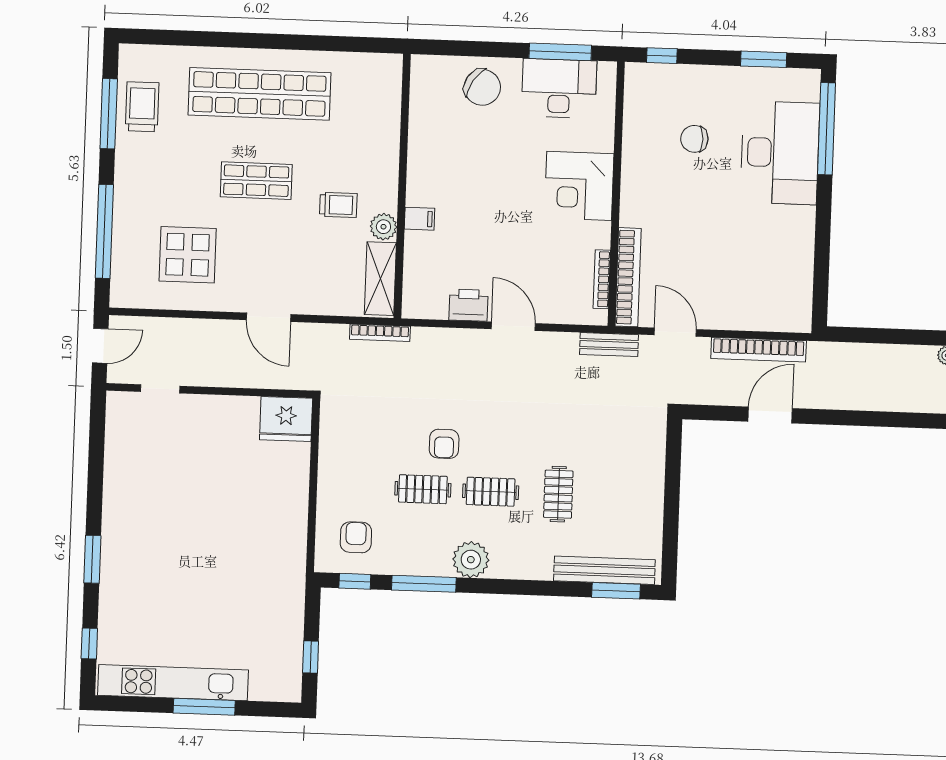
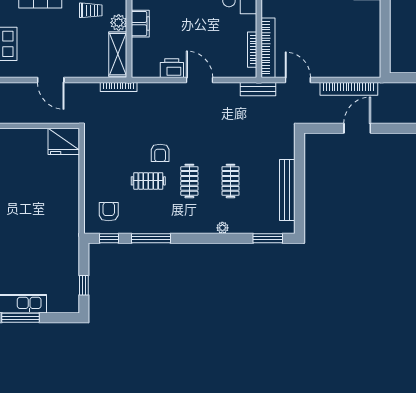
filing cabinet: (420, 219) -> (140, 24), width x2.00
clothes rail: (491, 492) -> (189, 181), turned 90
plant: (471, 560) -> (222, 228), moved, width x0.53, depth x0.53
bench: (604, 570) -> (287, 190), moved, turned 90

